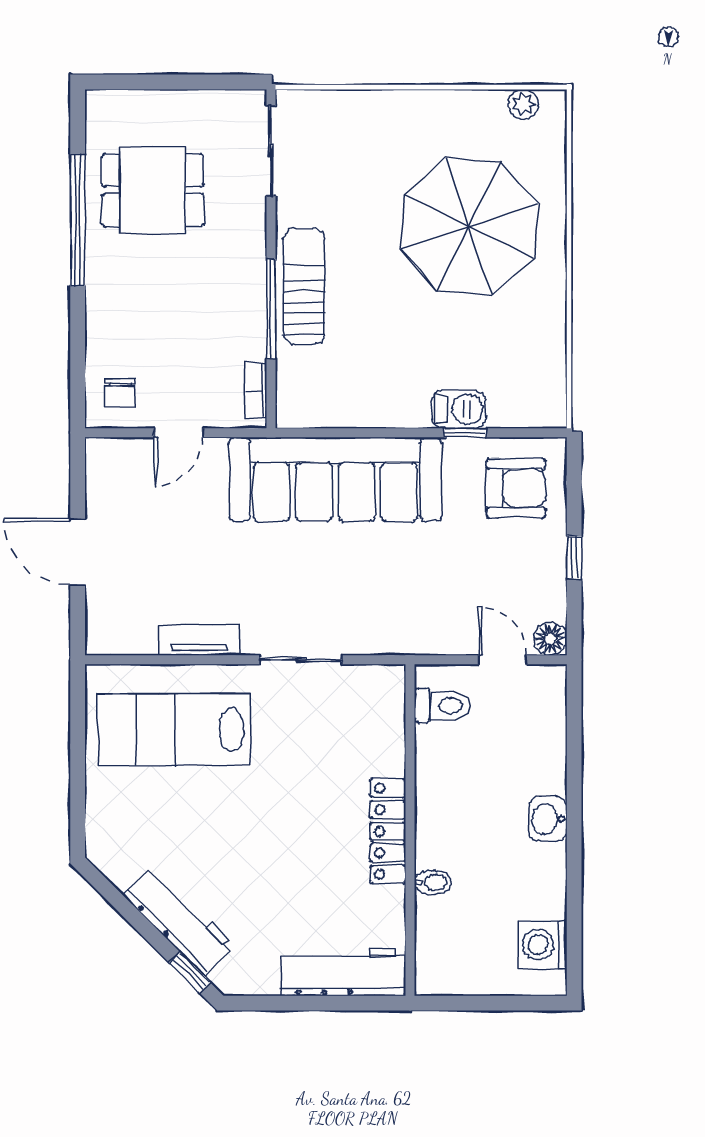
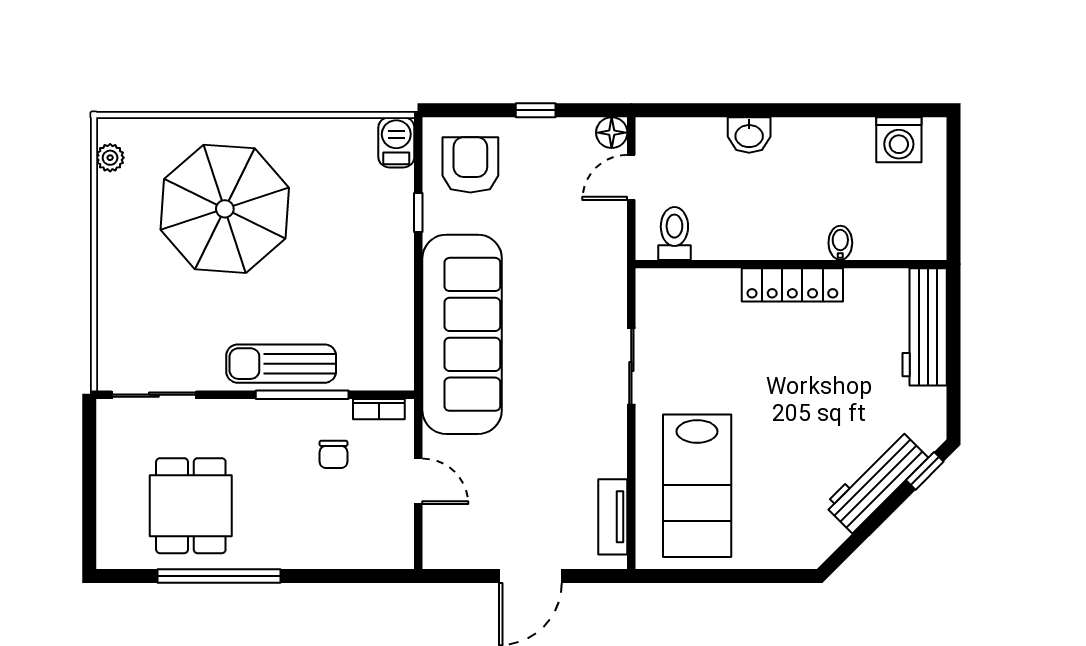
chair: (120, 393) -> (333, 454), moved, turned 90
barbecue: (459, 409) -> (396, 142), moved
tv unit: (199, 640) -> (613, 517), moved
washbasin: (548, 819) -> (749, 135), moved

